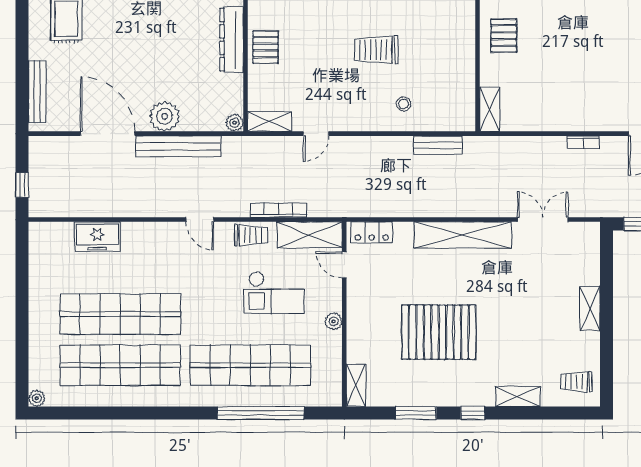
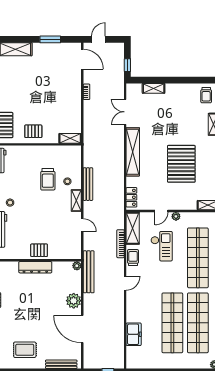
trolley: (376, 50) -> (48, 179), moved
shelving: (270, 122) -> (76, 200), moved
door: (108, 134) -> (82, 329), hinge flipped
bench: (438, 145) -> (88, 184), moved, width x1.36
bench: (178, 146) -> (89, 272), moved
door: (344, 265) -> (161, 211), moved
shelving: (590, 308) -> (154, 88), moved

